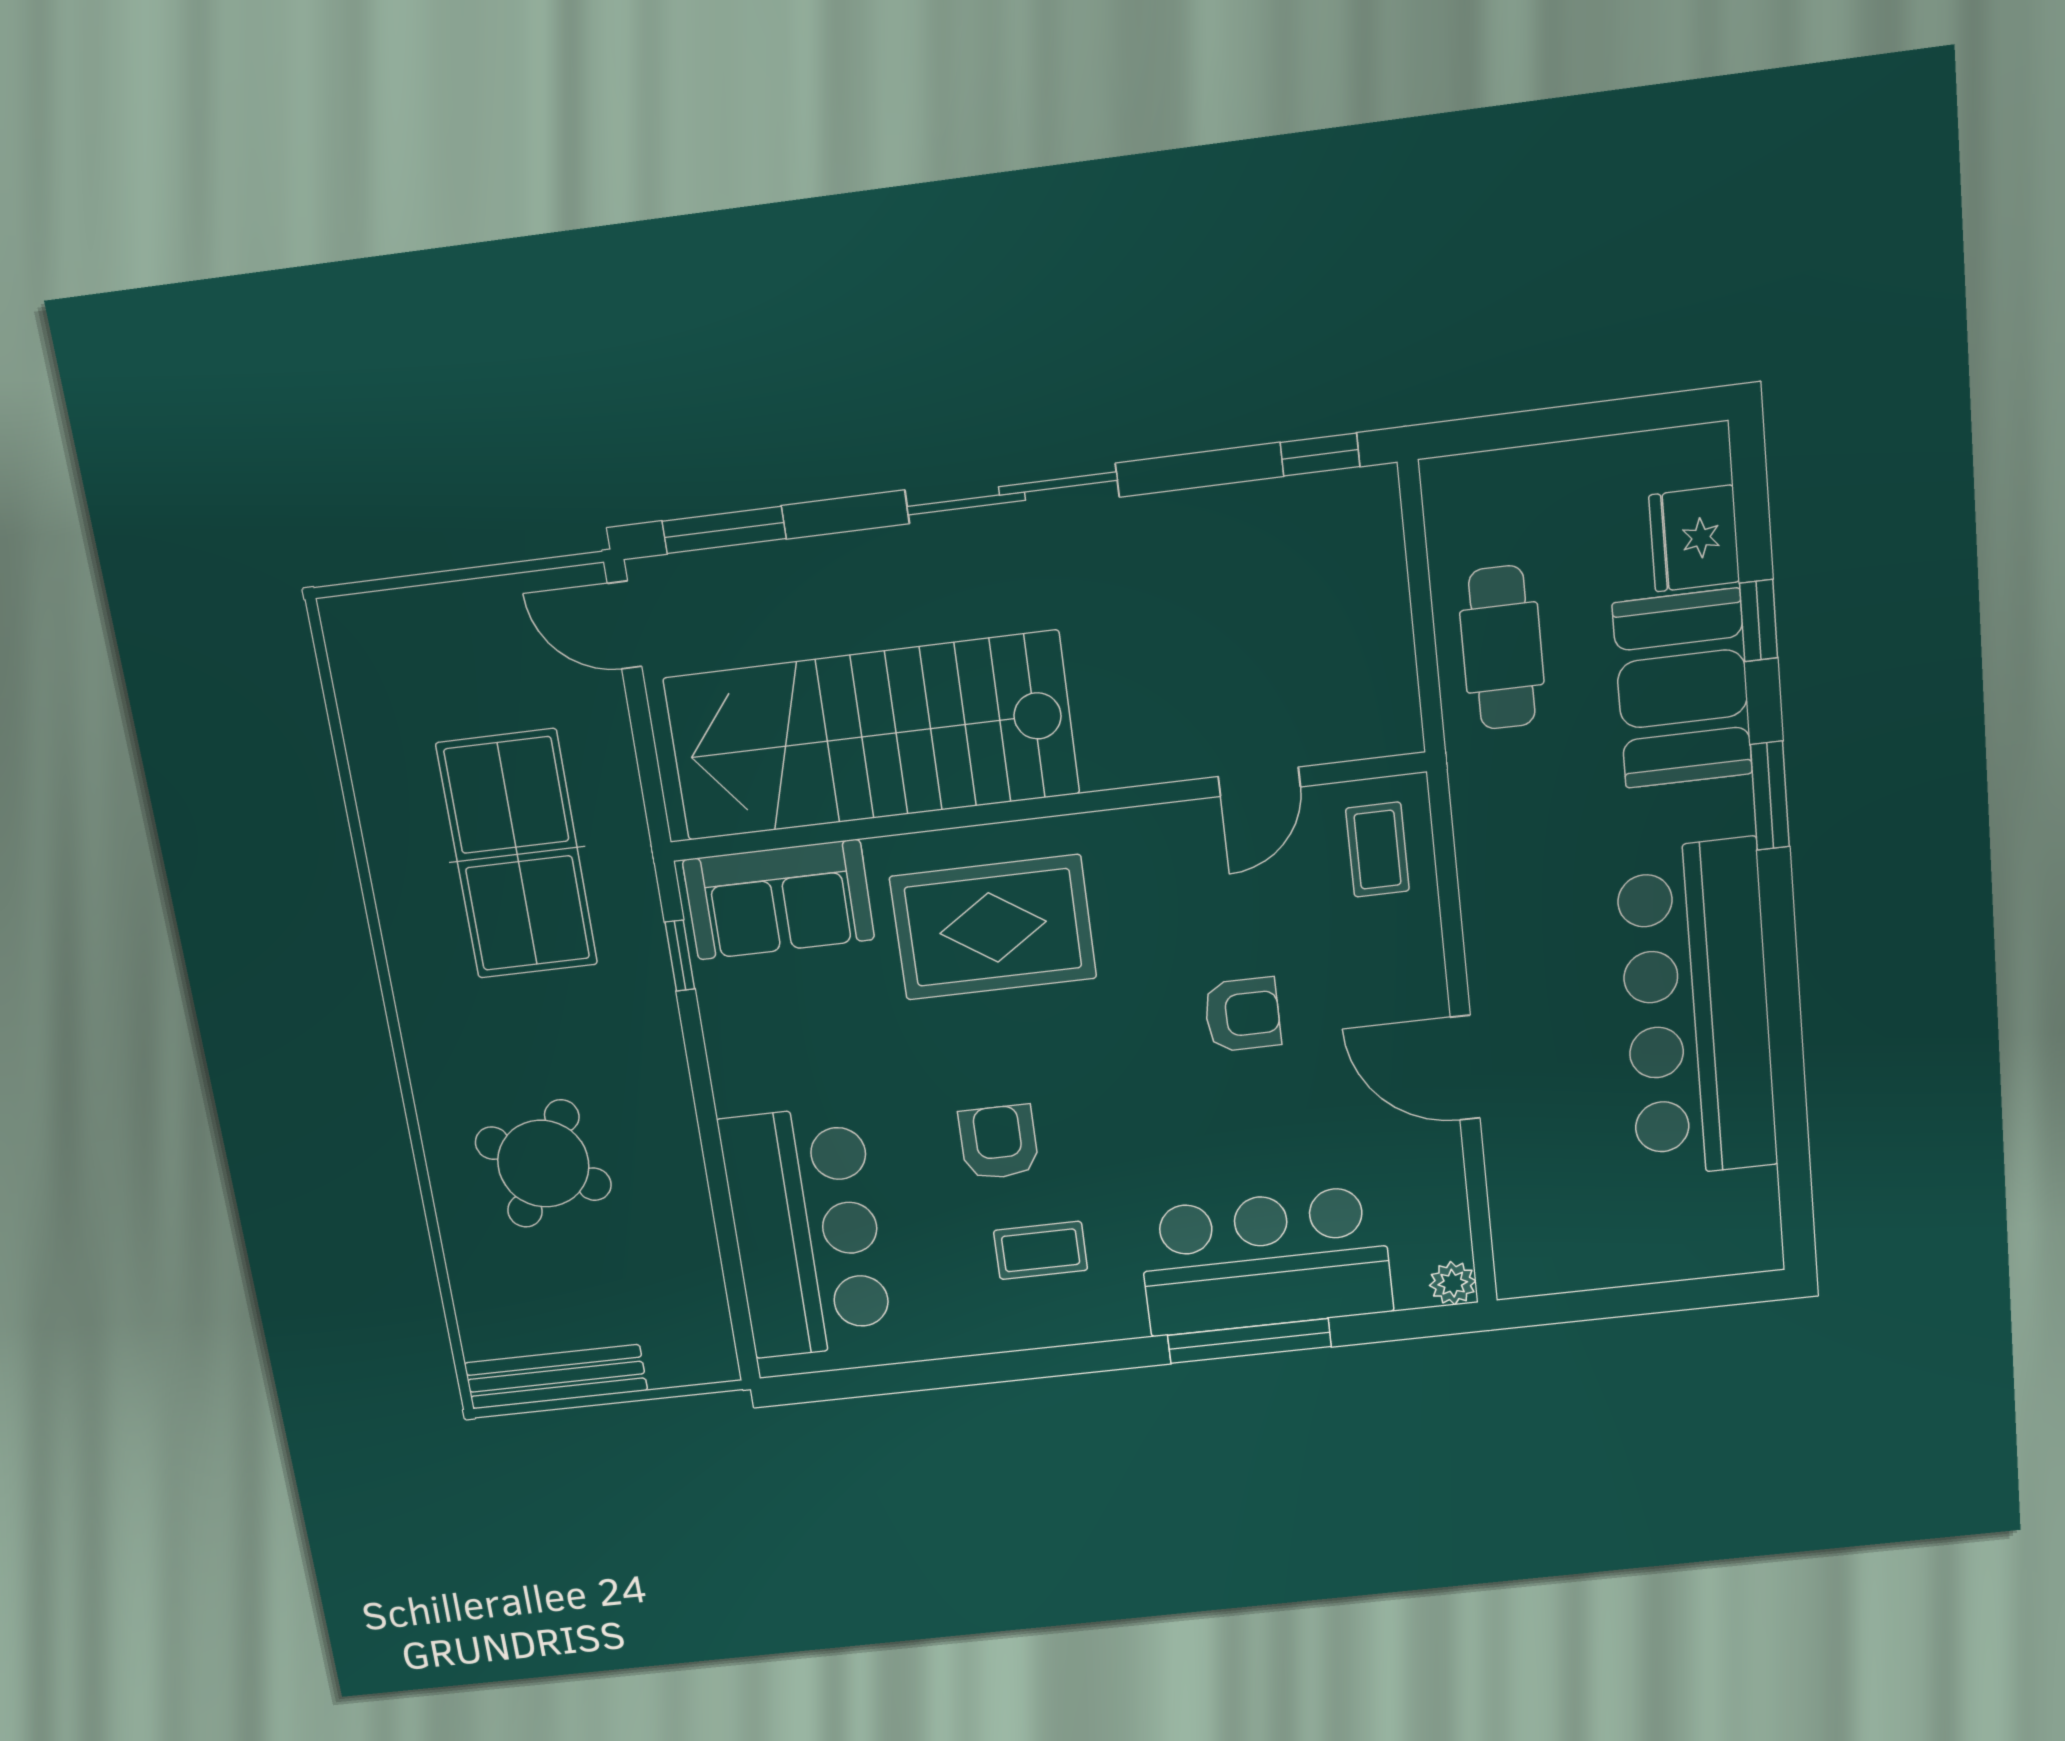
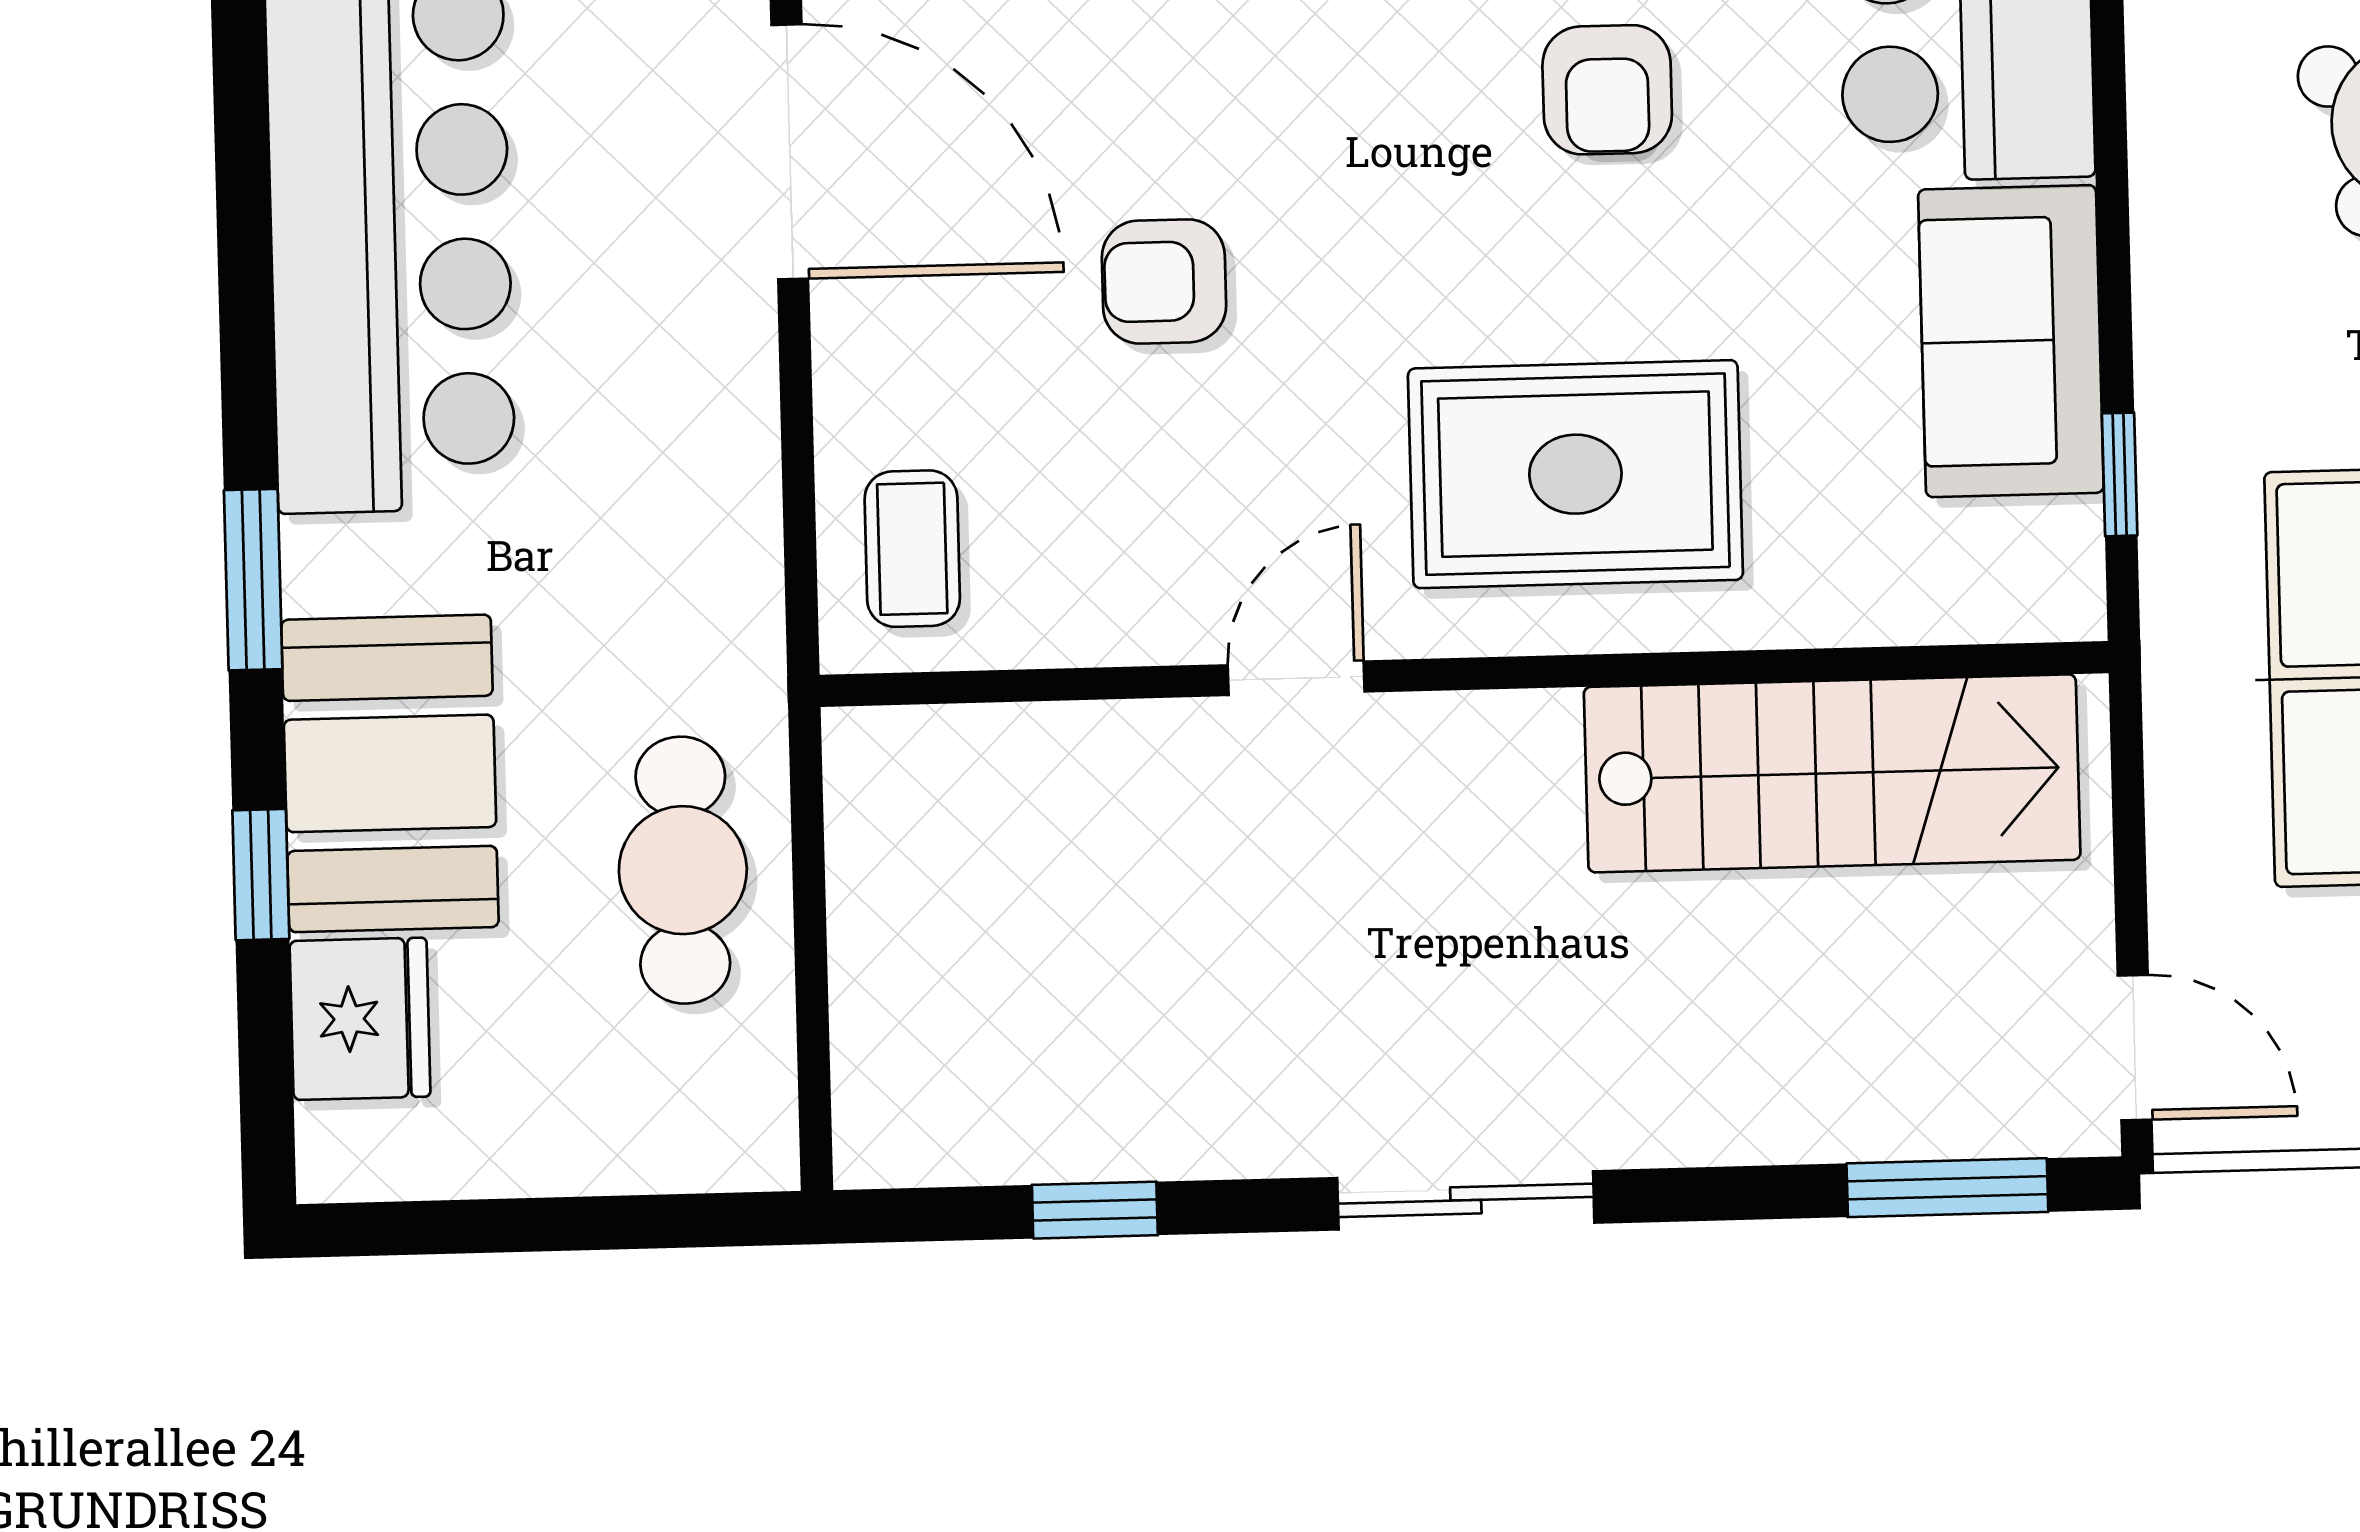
window: (1320, 455) -> (1095, 1210), moved
sliding door: (1012, 493) -> (1466, 1200), width x0.73
stairs: (872, 736) -> (1832, 773), width x0.73, depth x0.66
door: (1259, 782) -> (1296, 678), moved
sofa: (779, 900) -> (2011, 341), moved, turned -90
door: (1465, 1068) -> (790, 152), width x1.36

